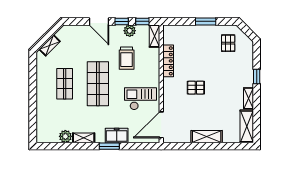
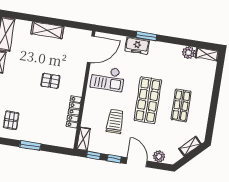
plant: (130, 31) -> (159, 156), moved
shelving: (84, 138) -> (207, 54), moved

